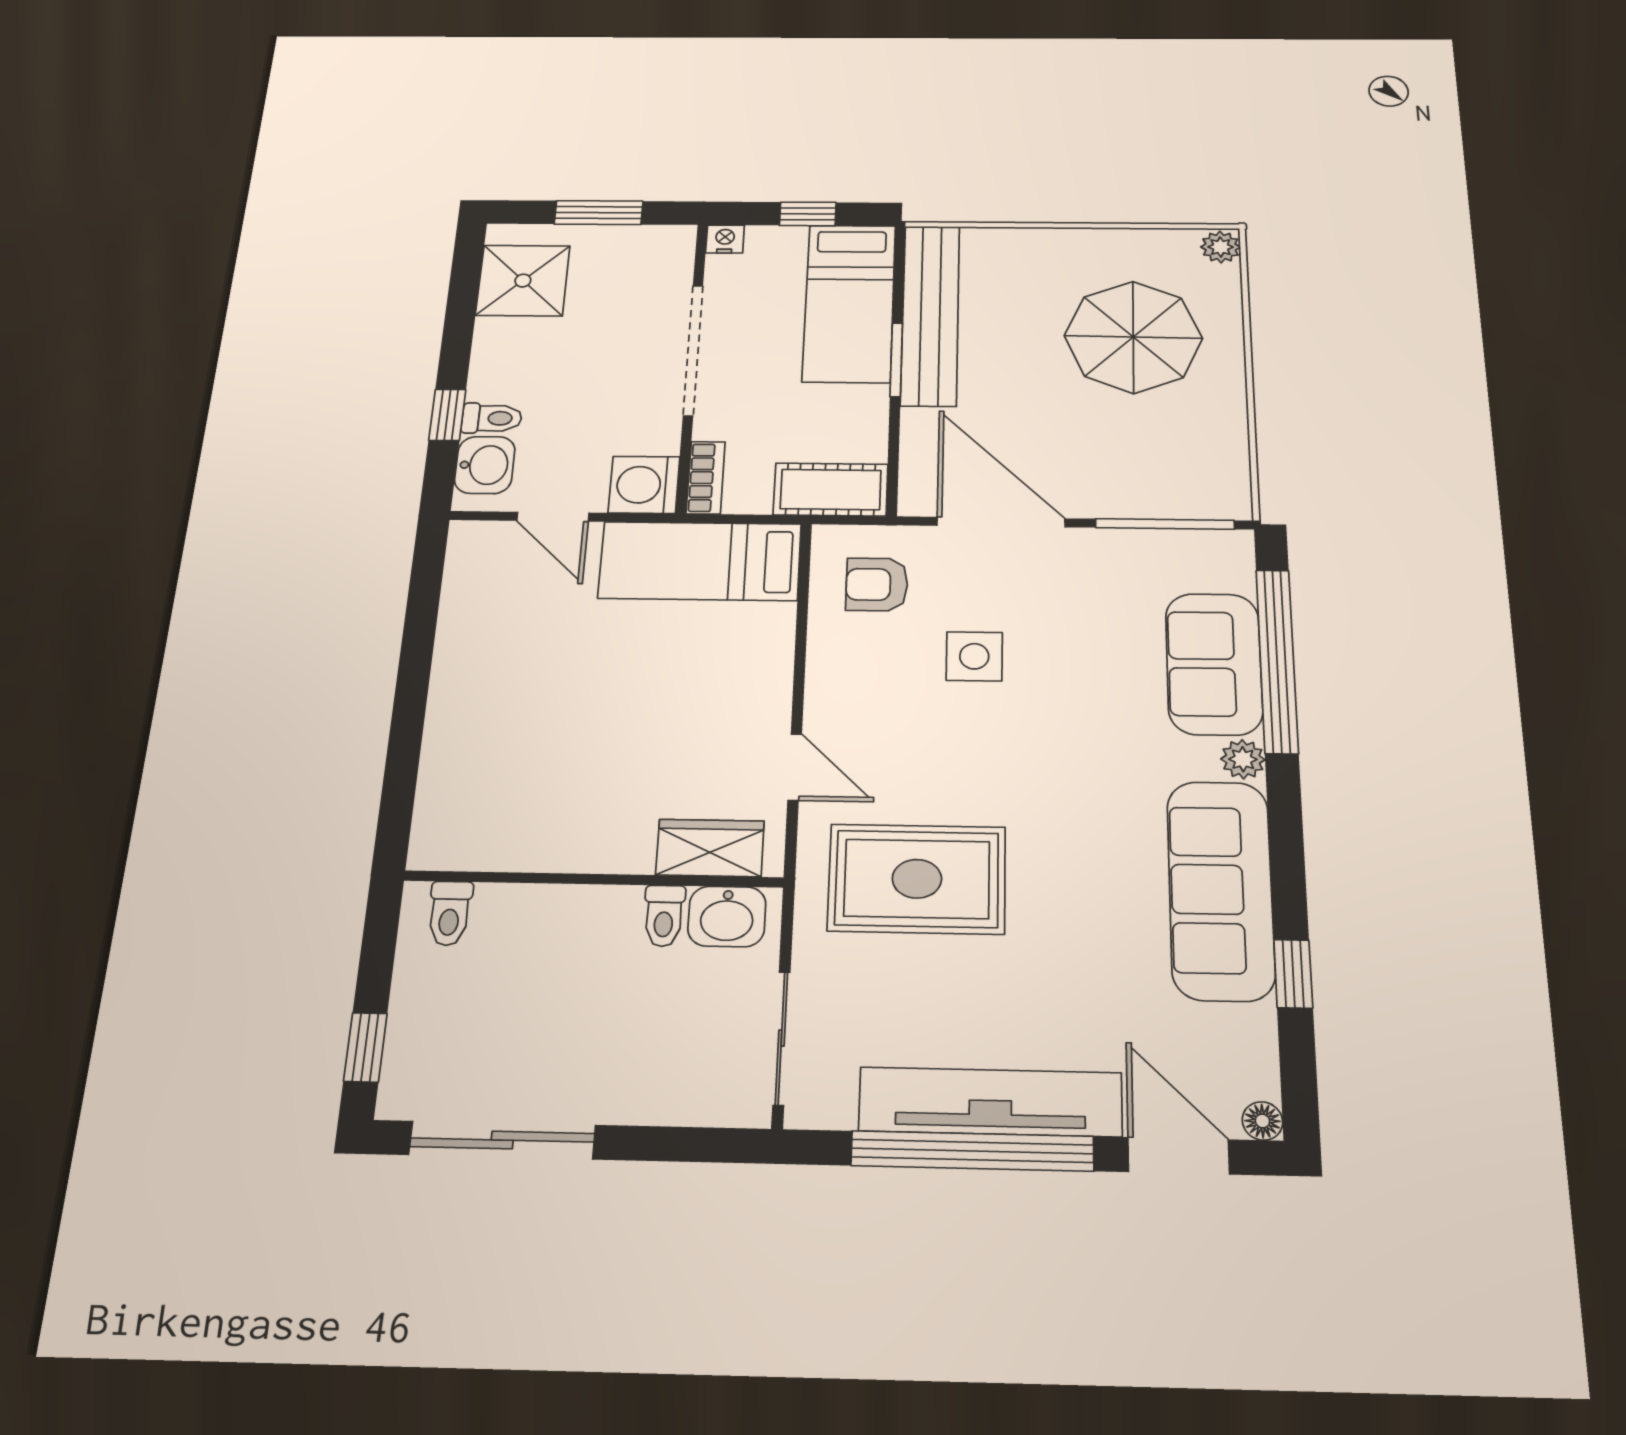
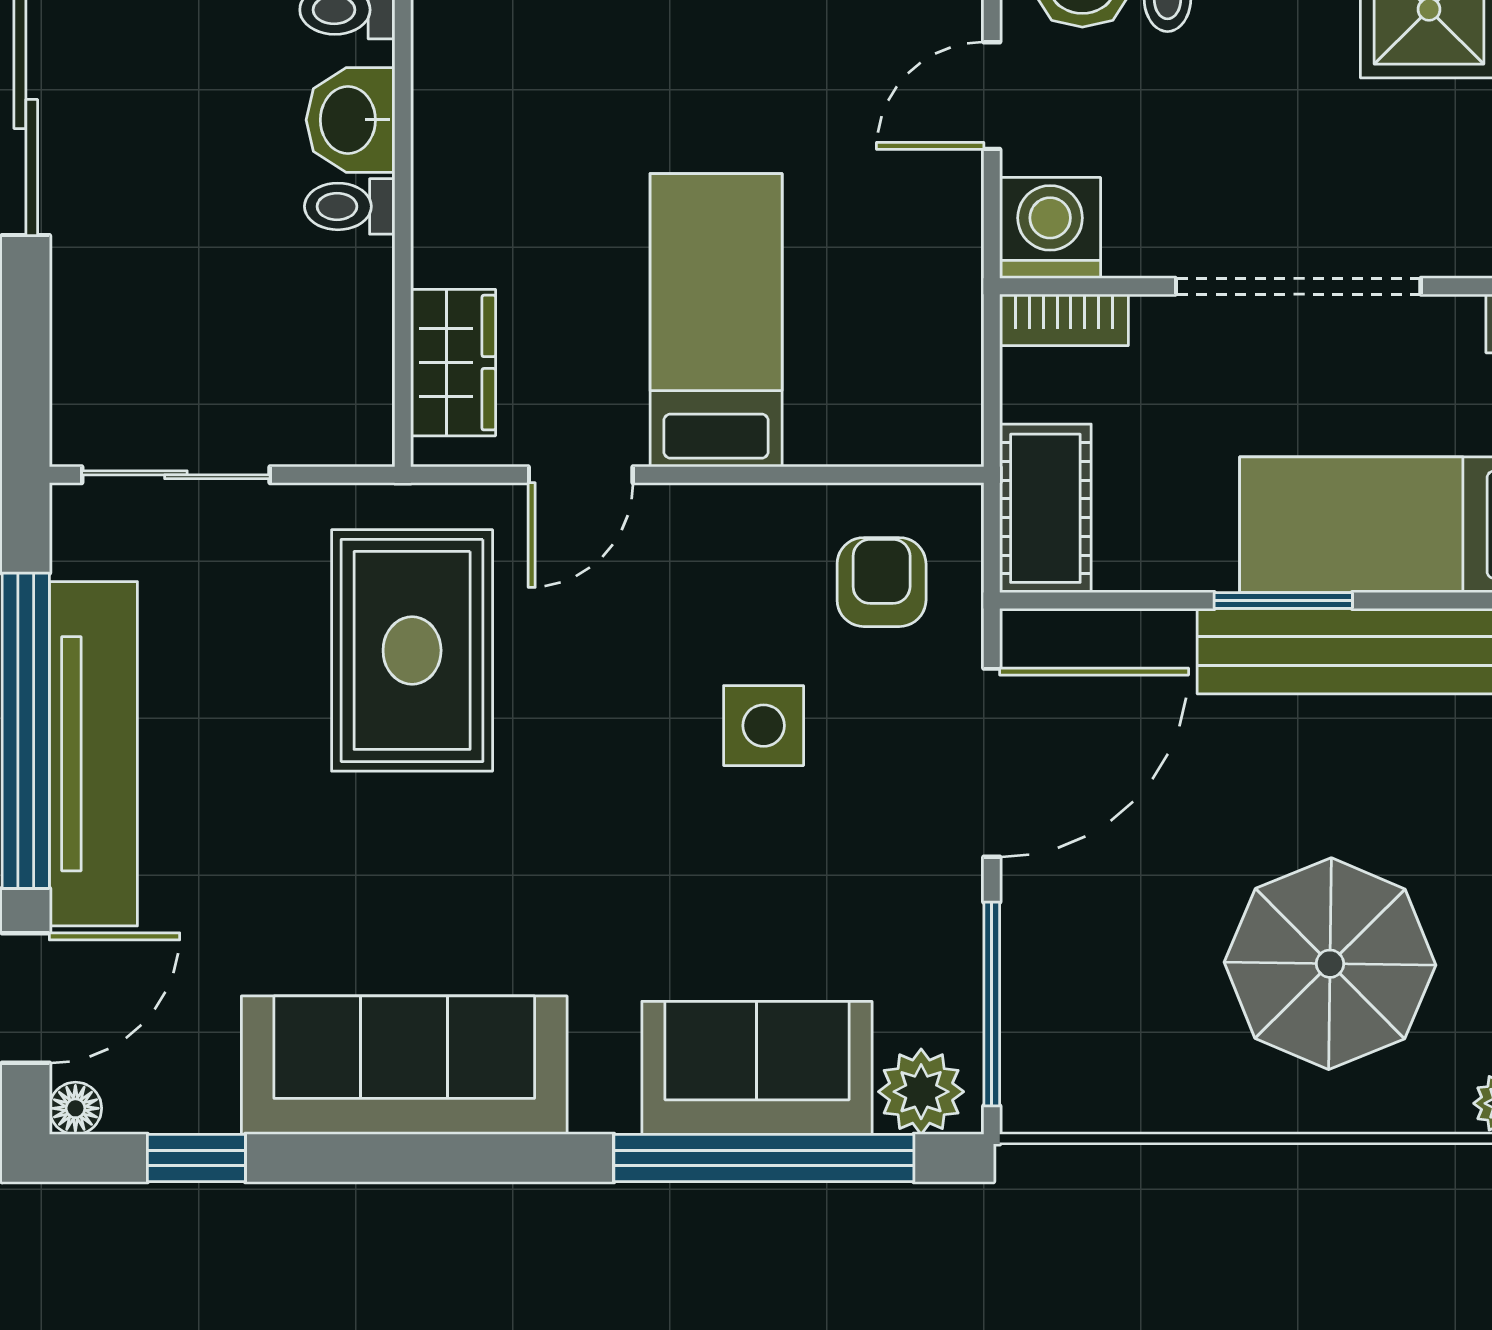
bed: (700, 561) -> (716, 320), moved
plant: (1243, 759) -> (921, 1092), moved, width x1.38, depth x1.38
toilet: (664, 916) -> (350, 206), moved
washbasin: (727, 916) -> (351, 120), moved
window: (1293, 974) -> (196, 1158), moved

